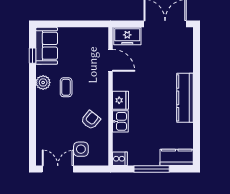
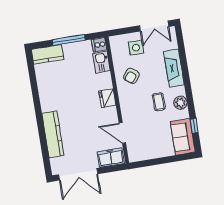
kitchen counter: (185, 98) -> (53, 134), moved
fireplace: (44, 121) -> (174, 68), added
kitchen sink: (120, 121) -> (101, 62), moved

